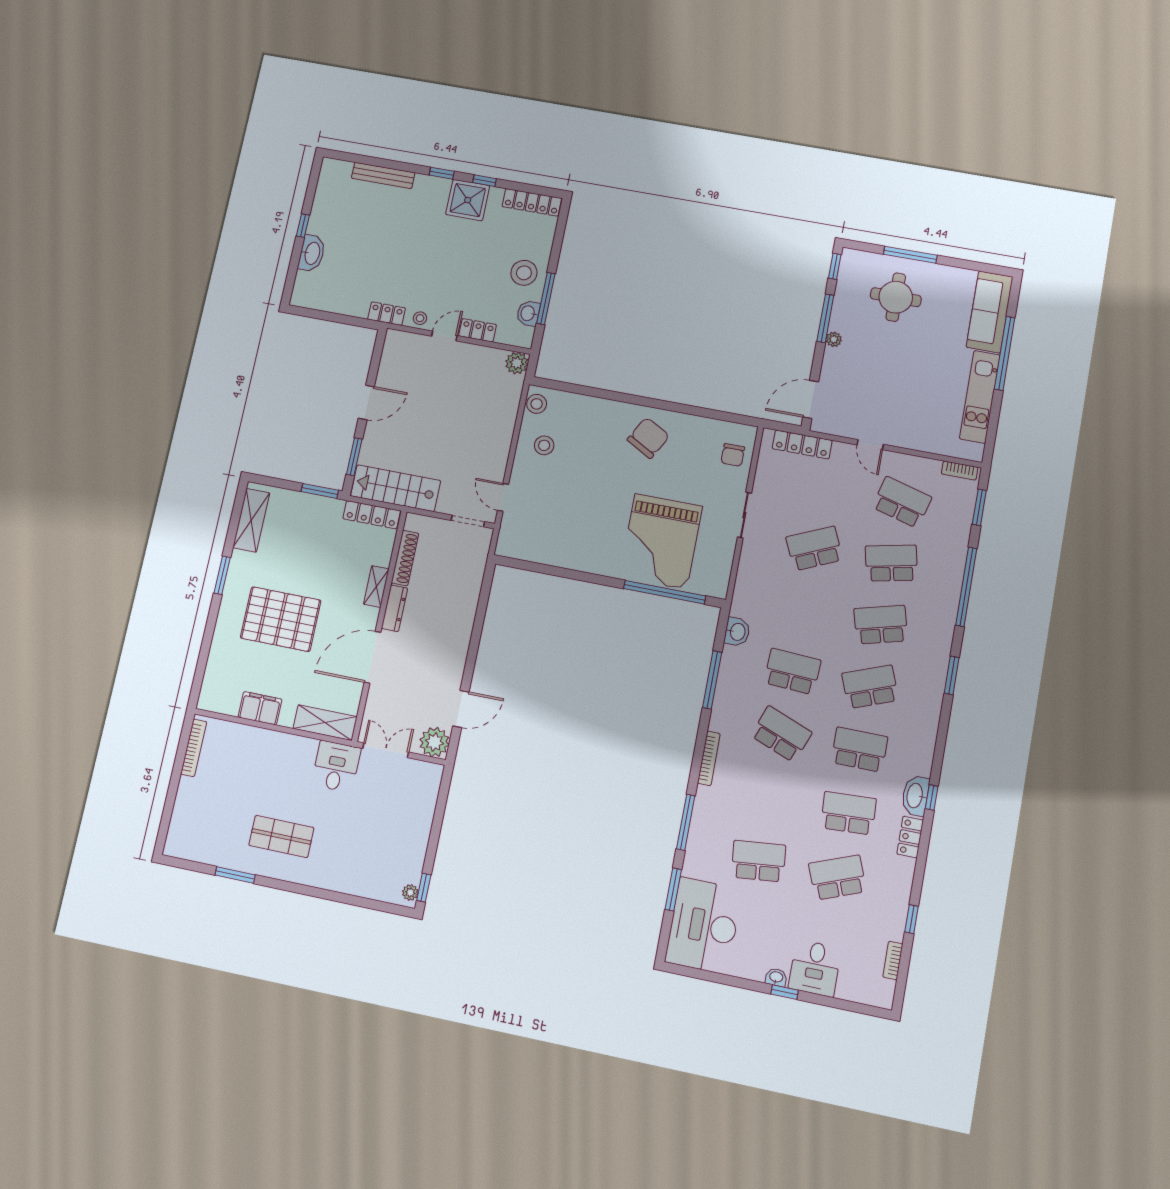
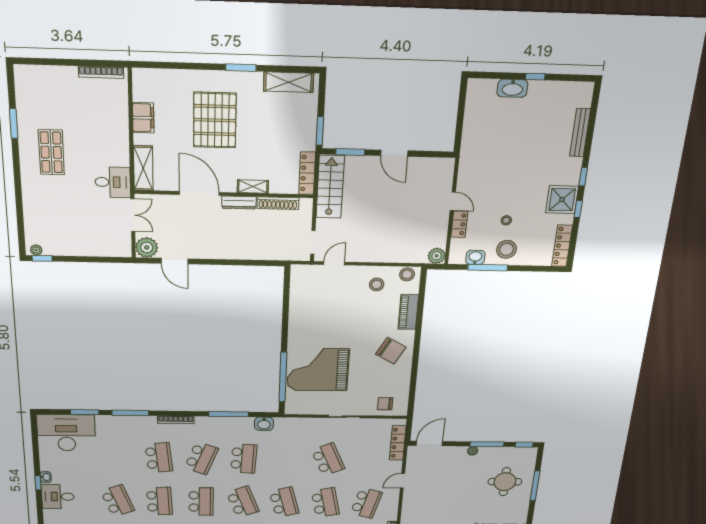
locker: (387, 314) -> (467, 156), removed
stool: (420, 318) -> (506, 220), moved
door: (811, 399) -> (429, 443), hinge flipped
piano: (593, 408) -> (408, 312), added
school desk: (758, 861) -> (159, 458), moved

